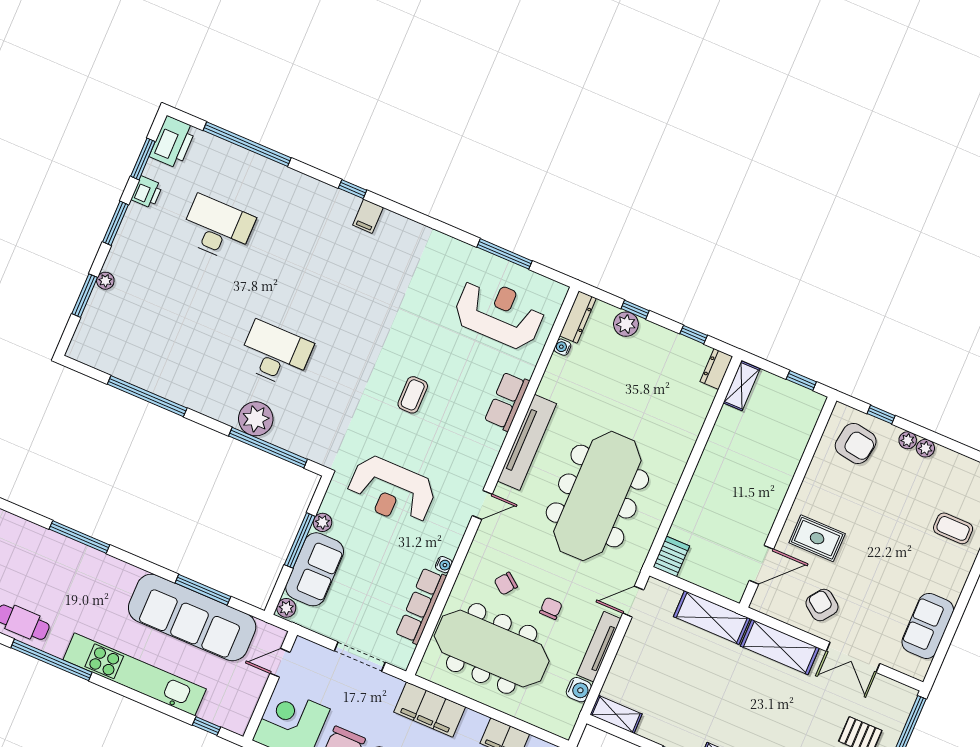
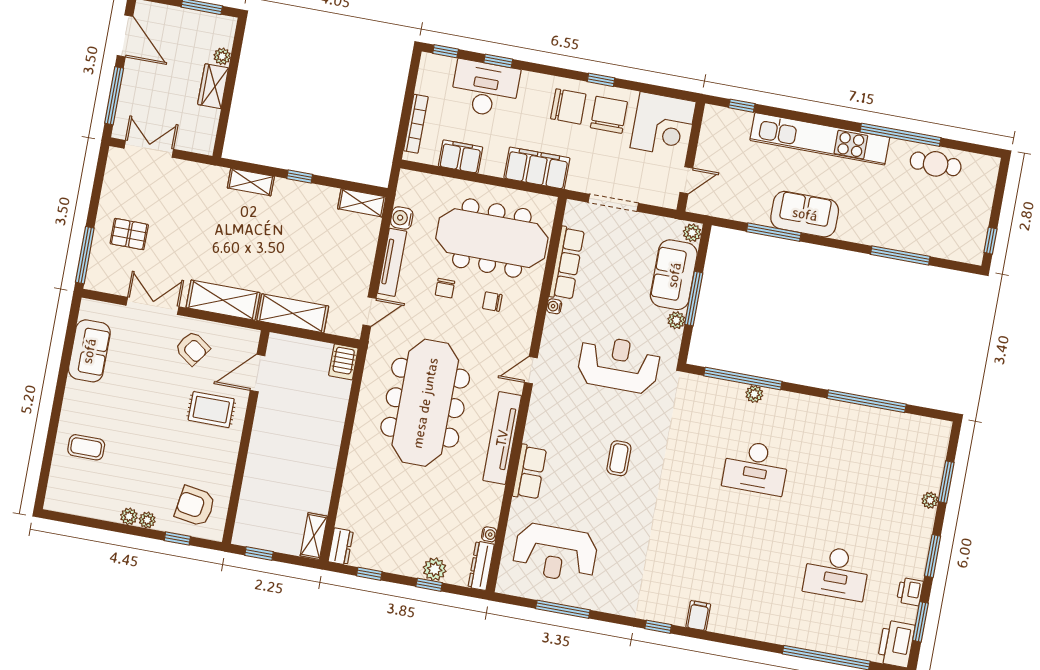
window: (353, 189) -> (658, 627), moved
plant: (256, 419) -> (754, 394), width x0.53, depth x0.53
chair: (506, 584) -> (492, 302), turned -128
sofa: (192, 617) -> (805, 214), width x0.54, depth x0.79

